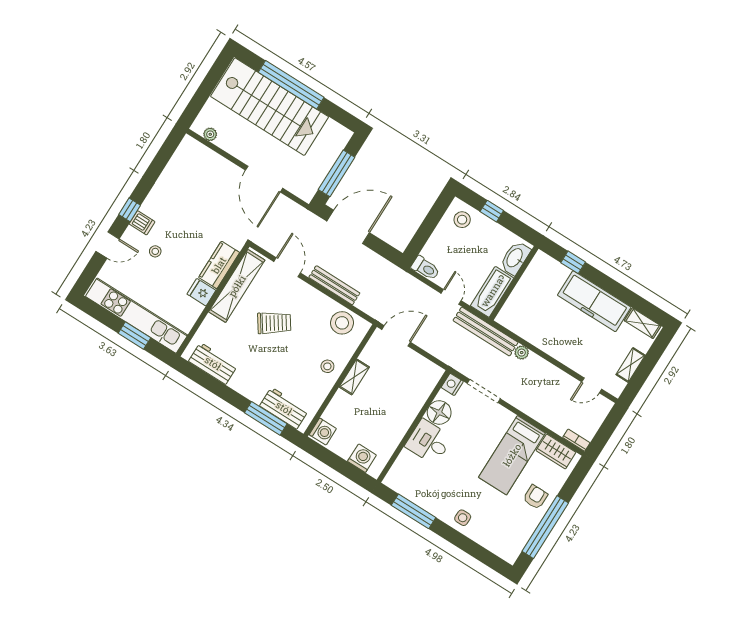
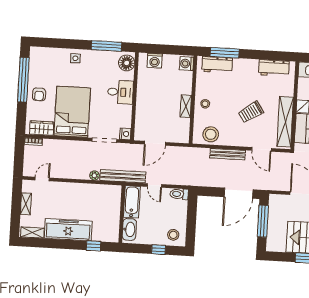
door: (396, 336) -> (155, 143), moved
floor lamp: (439, 412) -> (127, 63), moved
bed: (512, 455) -> (72, 112), width x1.50

